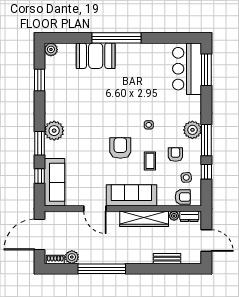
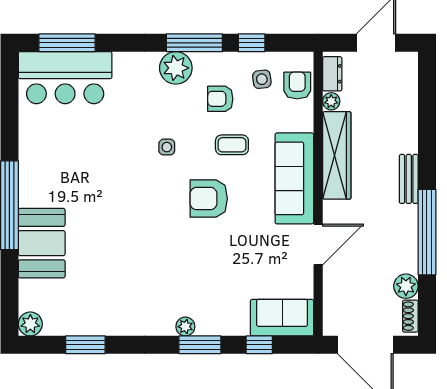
plant: (54, 131) -> (185, 327), width x0.53, depth x0.53
sofa: (54, 182) -> (282, 318), width x0.73
bench: (167, 259) -> (409, 179), moved

